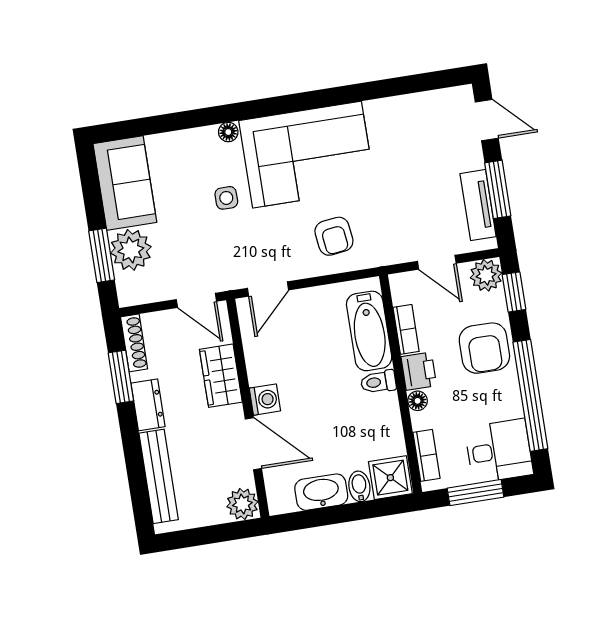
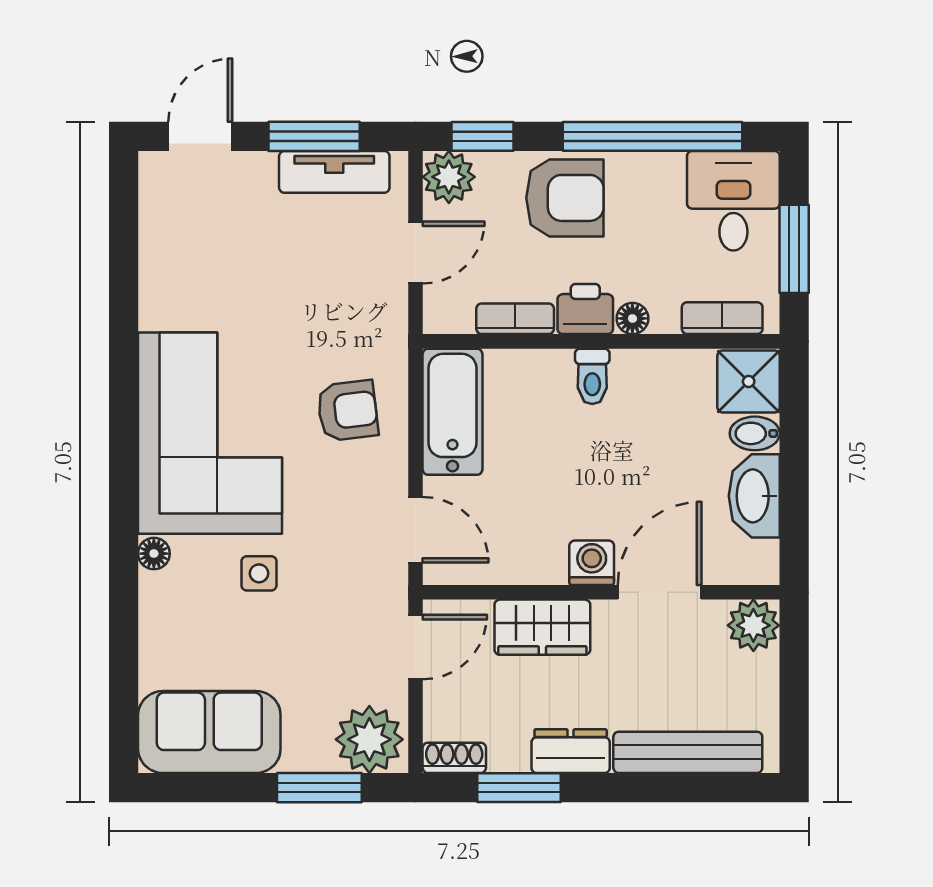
plant: (131, 250) -> (369, 739), moved
bathtub: (369, 331) -> (452, 412), moved, turned -90
shoe rack: (134, 343) -> (454, 758), width x0.70

